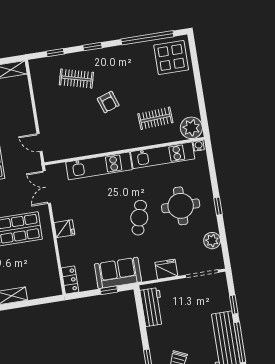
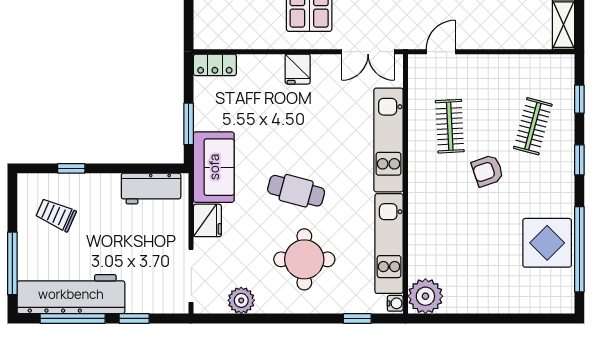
display table: (171, 57) -> (547, 243), moved
clothes rail: (155, 118) -> (450, 126), moved
double door: (47, 187) -> (368, 52), swing flipped
window: (218, 206) -> (357, 318), moved
sofa: (118, 273) -> (214, 167), moved
window: (109, 290) -> (189, 124), width x1.50

